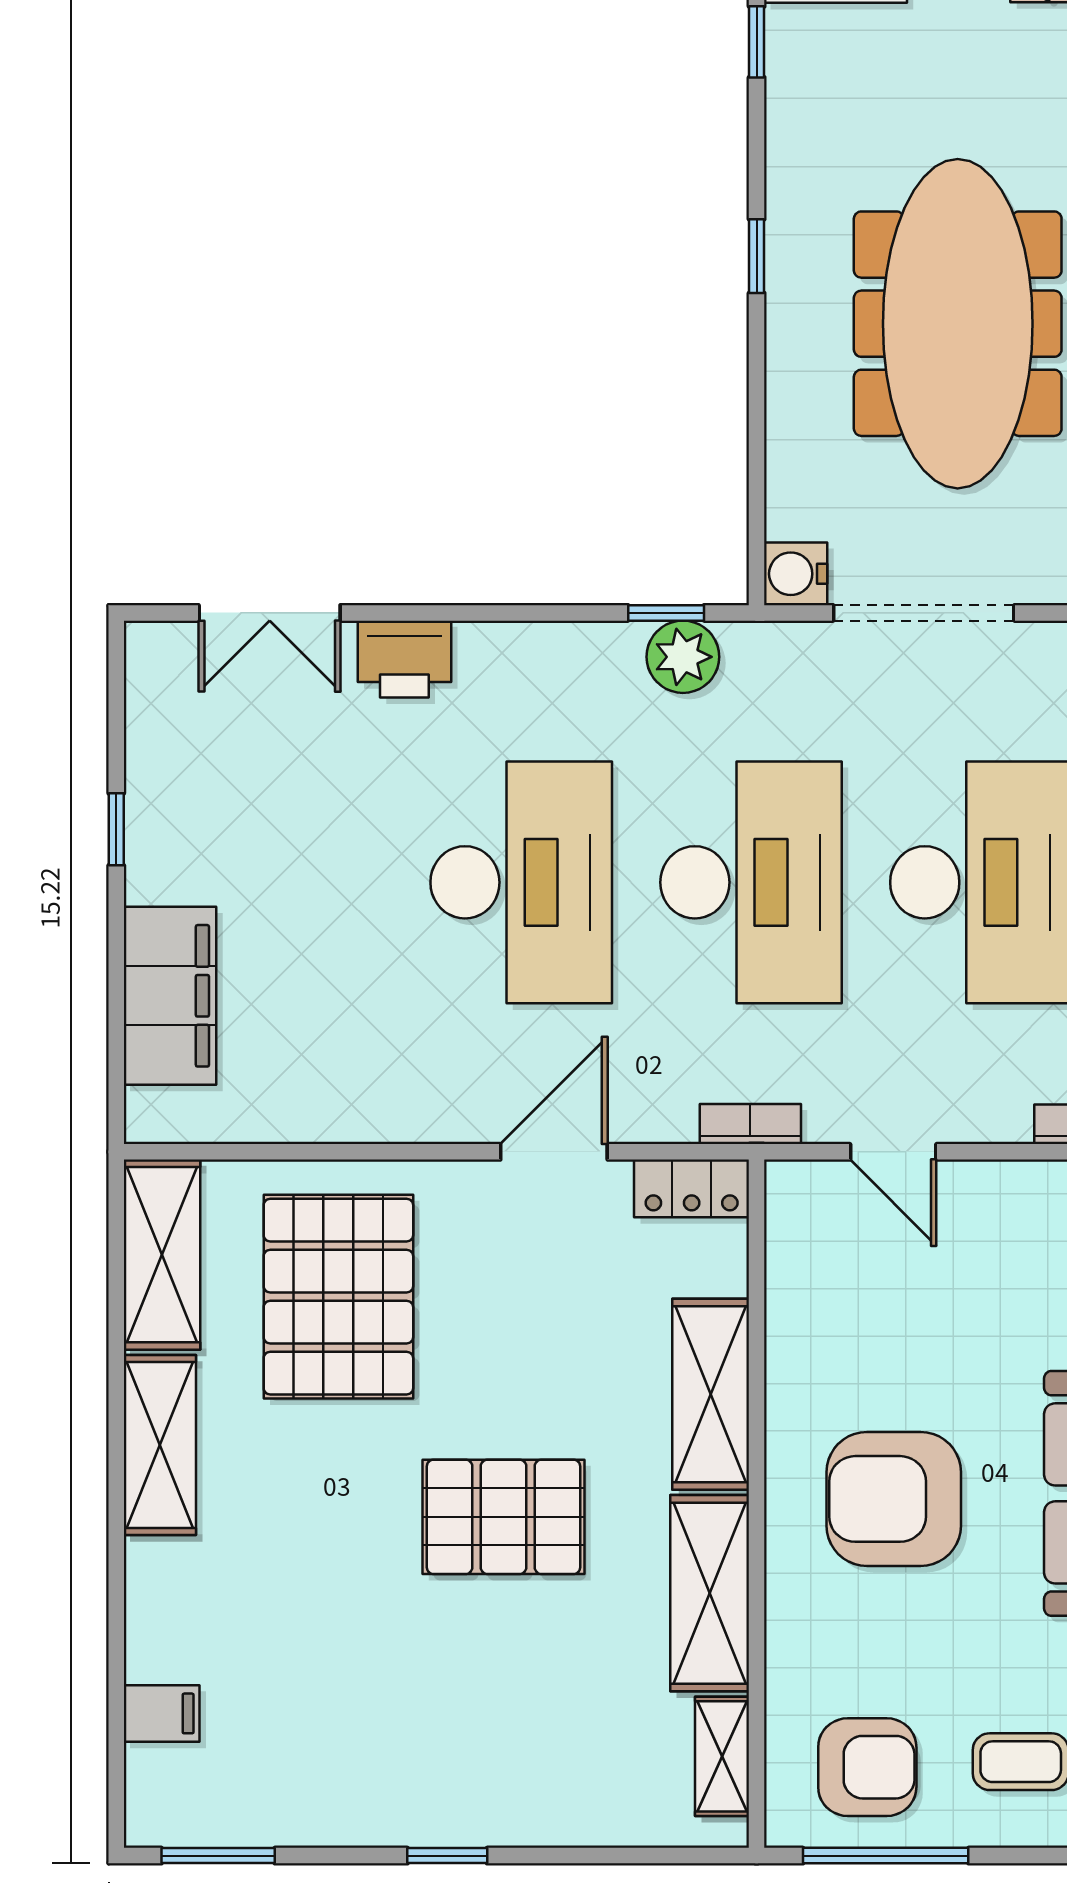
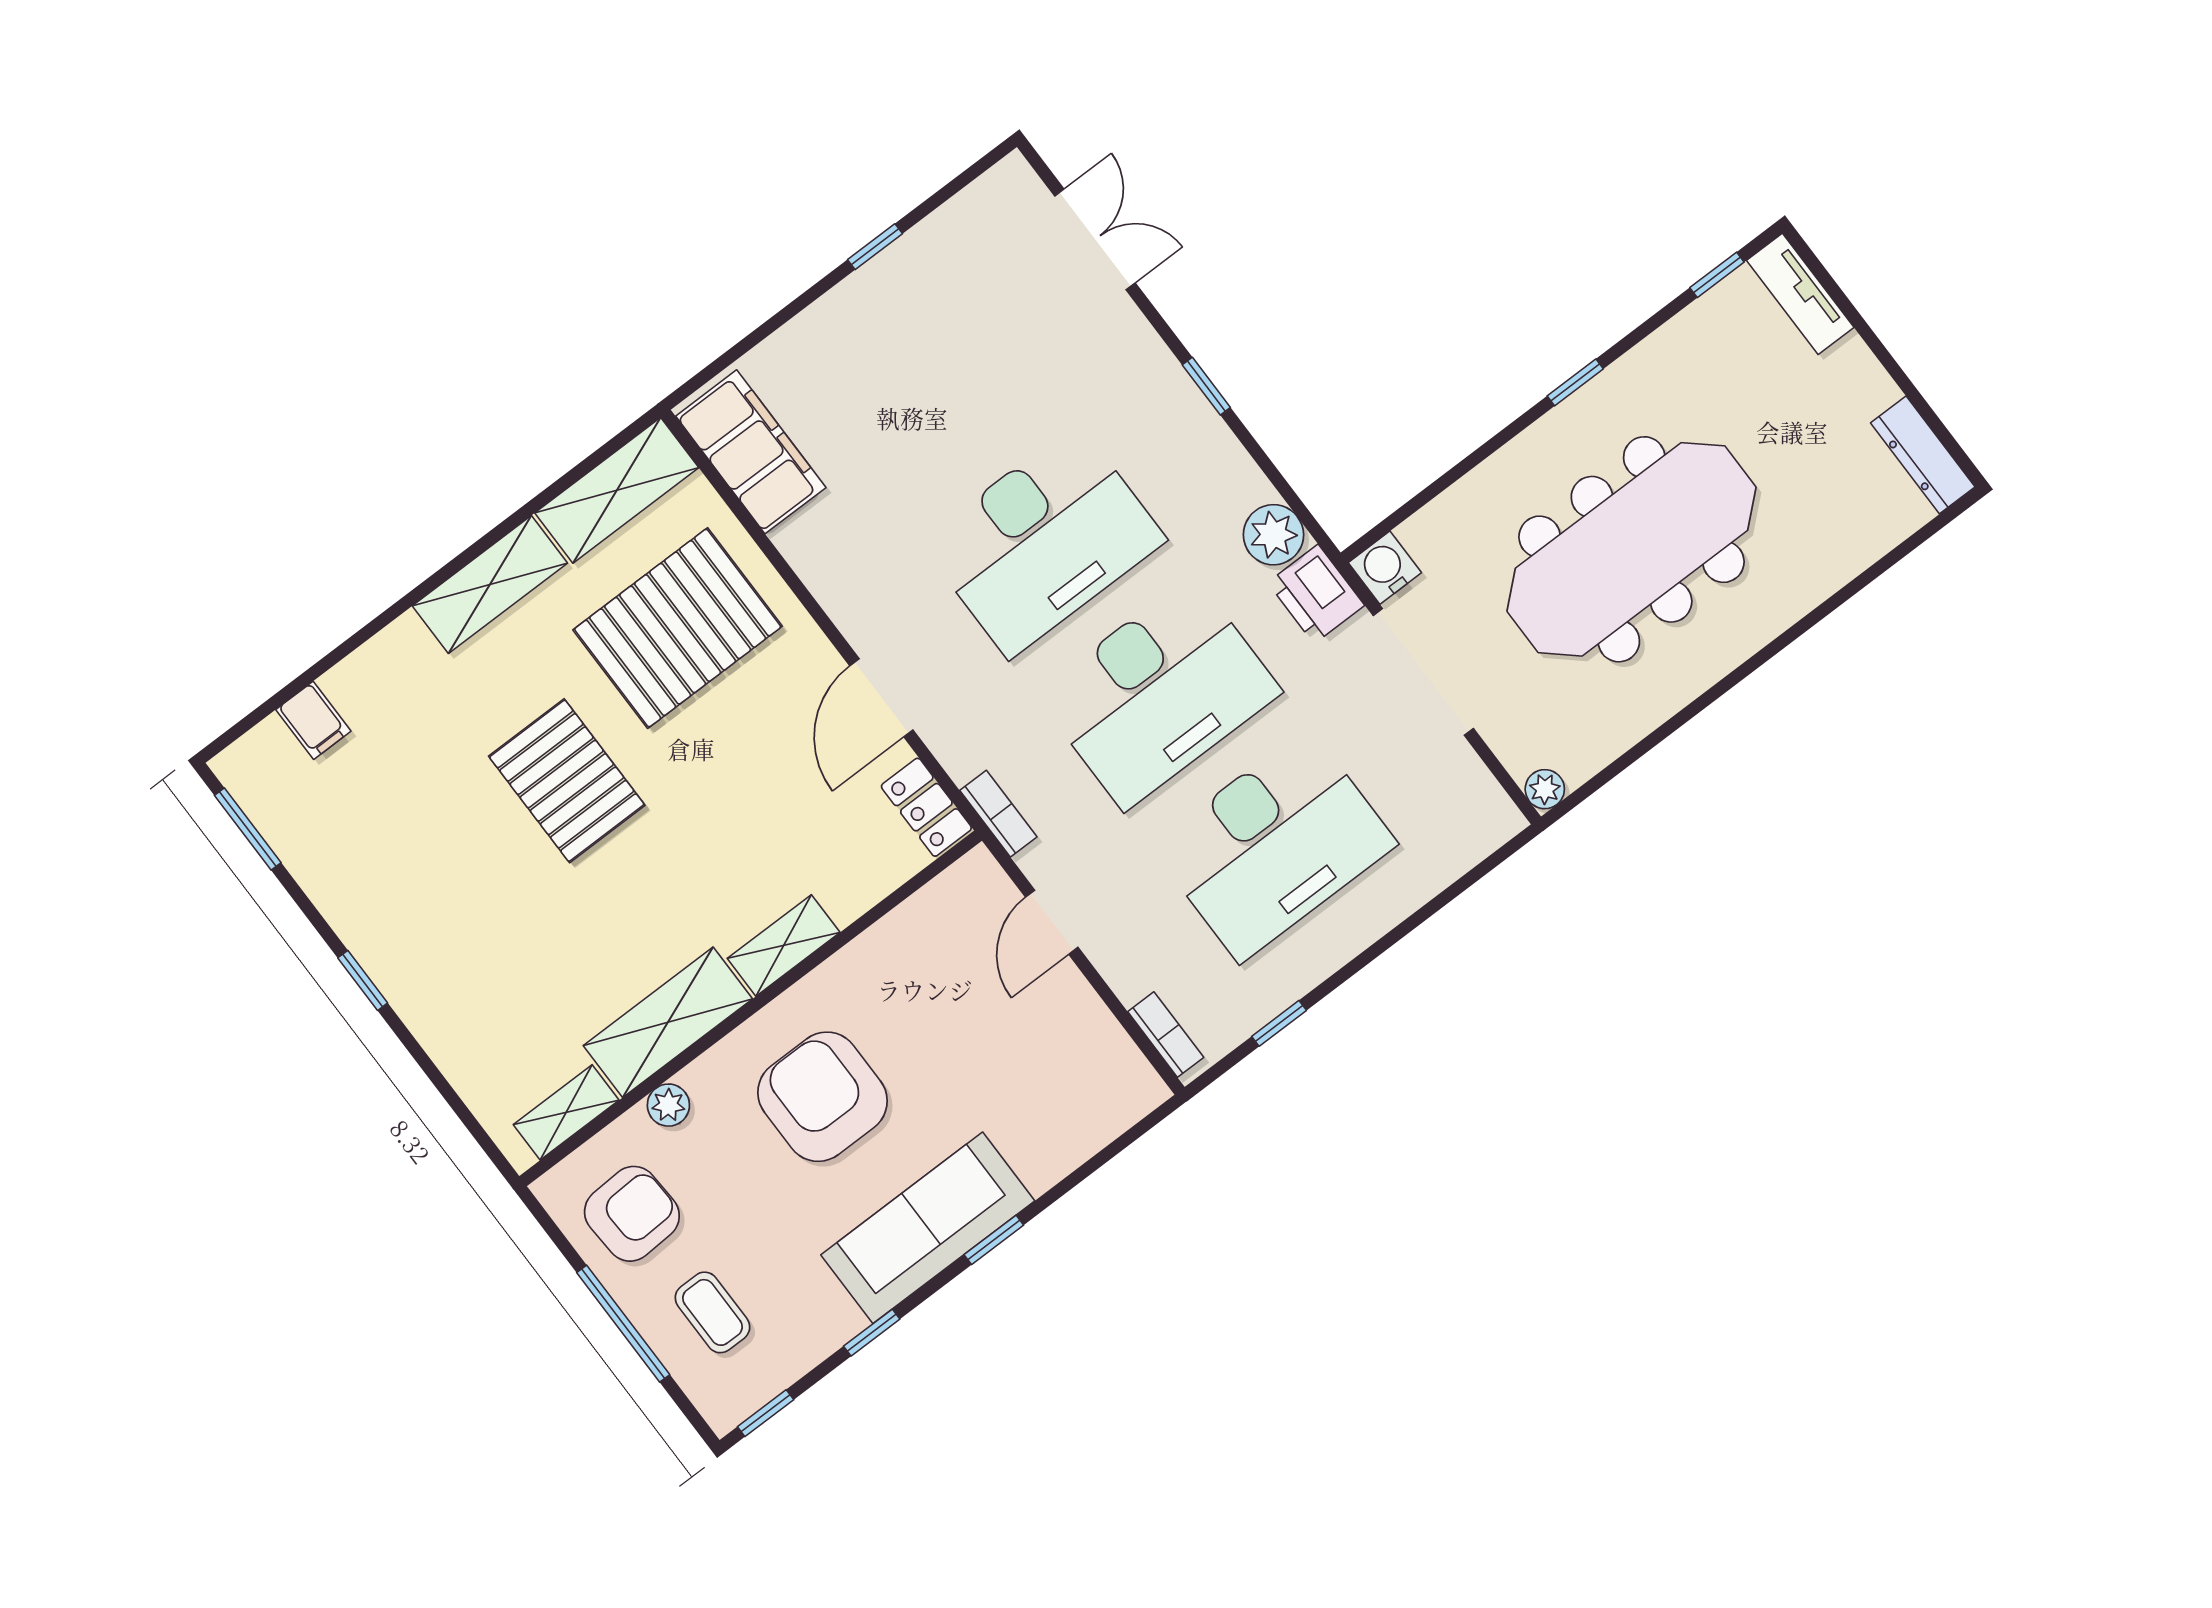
double door: (270, 613) -> (1095, 239), swing flipped
window: (666, 613) -> (1206, 386), moved
printer: (404, 659) -> (1316, 594), moved
filing cabinet: (170, 996) -> (751, 452), moved, turned -90
door: (554, 1152) -> (881, 698), swing flipped
shelving: (711, 1394) -> (784, 945), width x0.67, depth x0.75
pallet: (504, 1517) -> (567, 781), moved
plant: (790, 1653) -> (668, 1105), added
armchair: (867, 1767) -> (632, 1214), turned -93
window: (886, 1856) -> (623, 1324), moved

